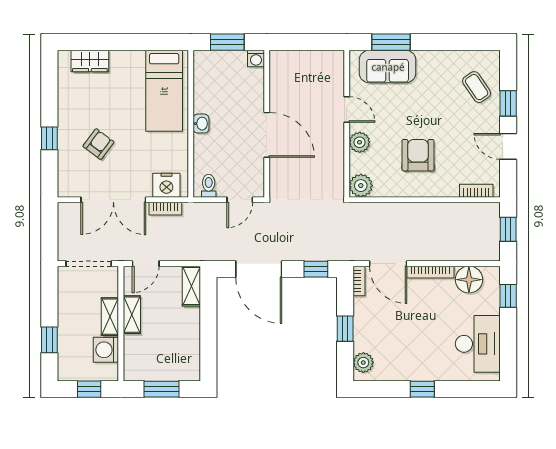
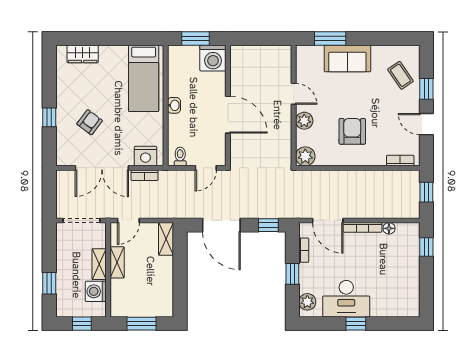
washing machine: (256, 59) -> (213, 58), width x1.89, depth x1.89
sofa: (388, 67) -> (347, 58), moved
floor lamp: (469, 280) -> (389, 228), width x0.53, depth x0.53
bookcase: (359, 281) -> (304, 250), moved
desk: (478, 344) -> (346, 299), moved, turned 90

